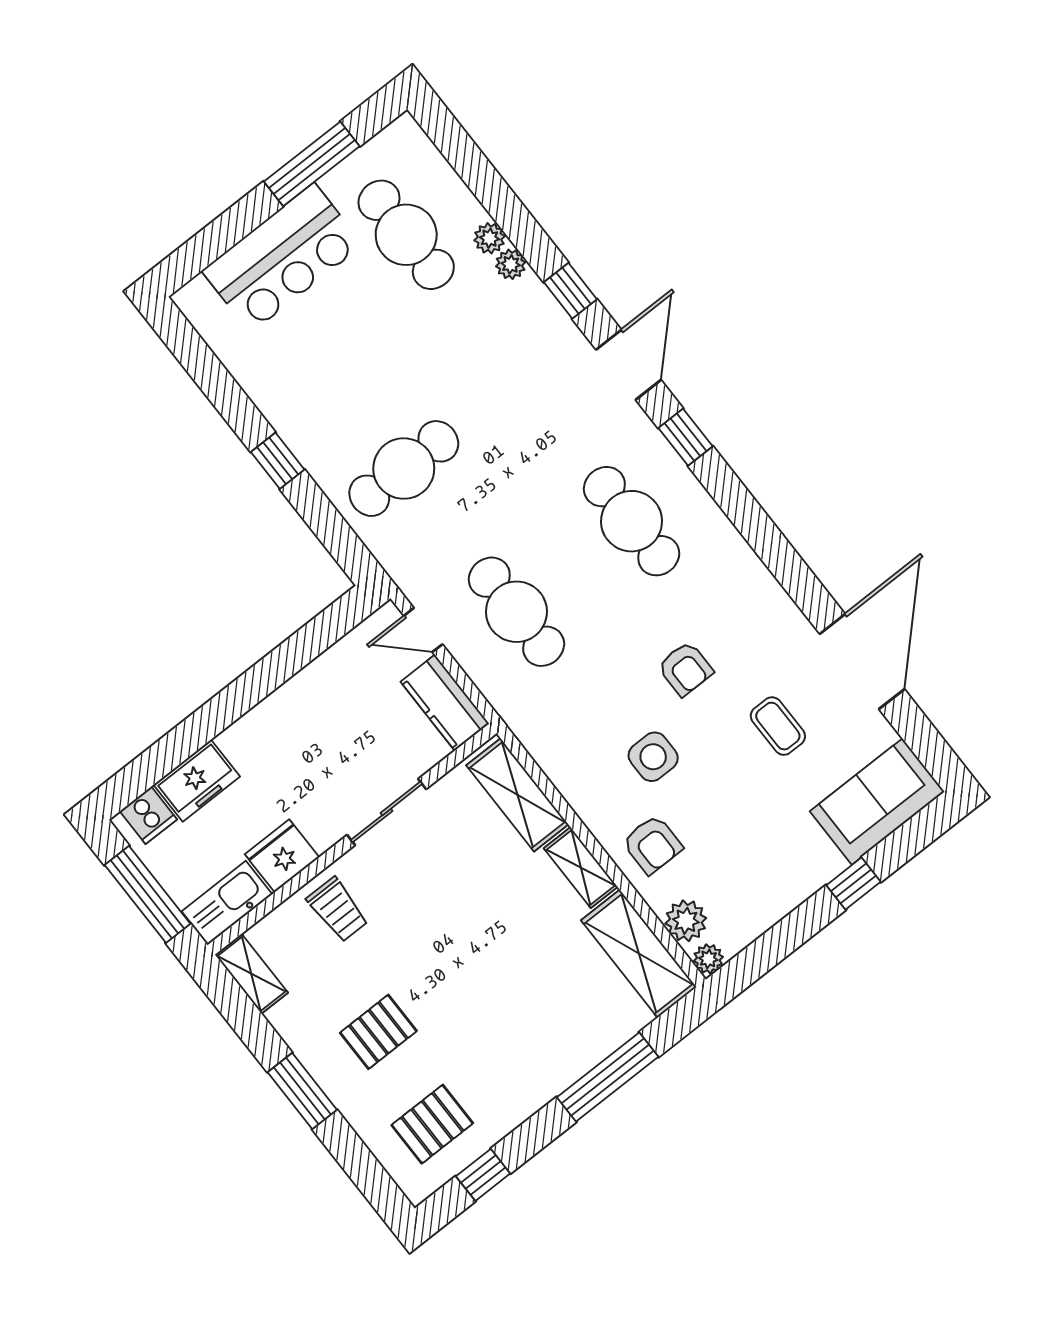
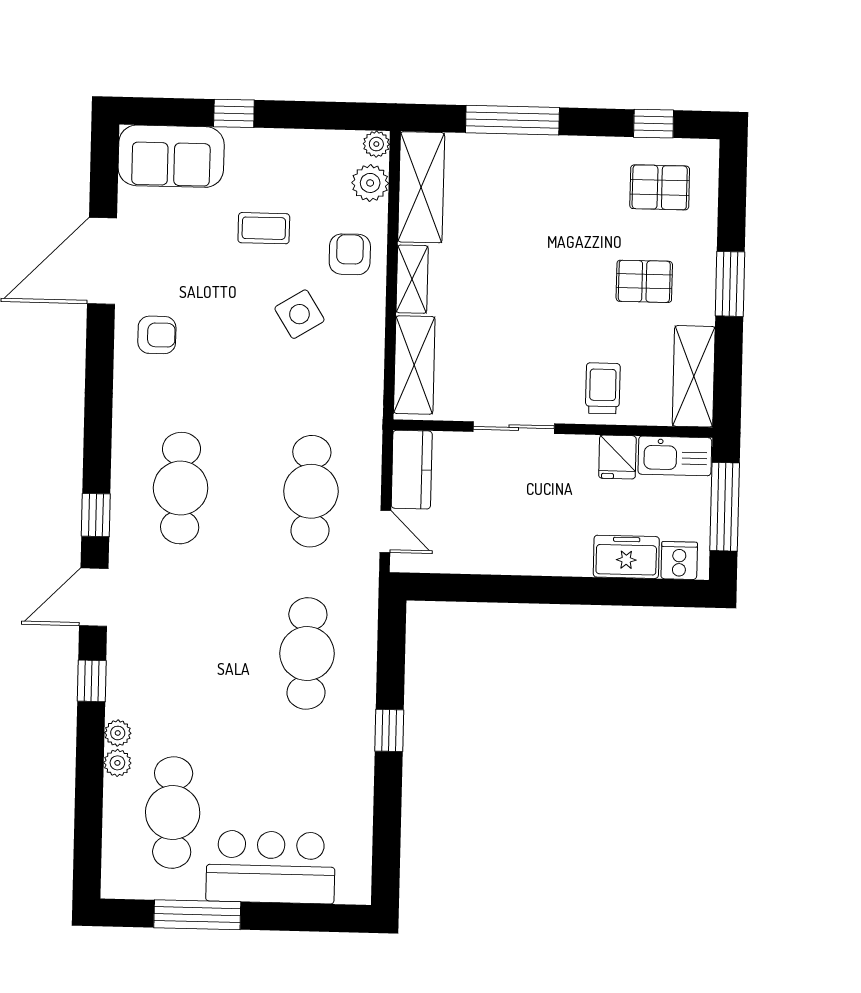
cafe table: (404, 469) -> (307, 653), turned 90
armchair: (685, 669) -> (157, 335), moved, turned 90
coffee table: (778, 726) -> (264, 228), moved, turned 90
side table: (653, 757) -> (299, 314), turned -32
fridge: (282, 856) -> (617, 457), width x0.72
shelving: (251, 974) -> (694, 376), width x1.50, depth x1.33

